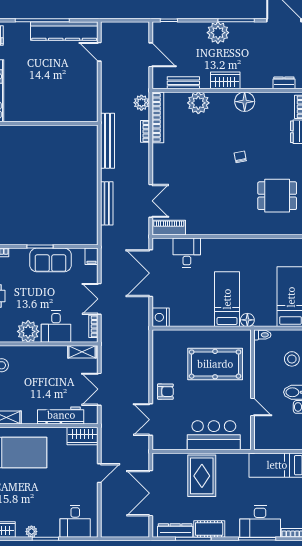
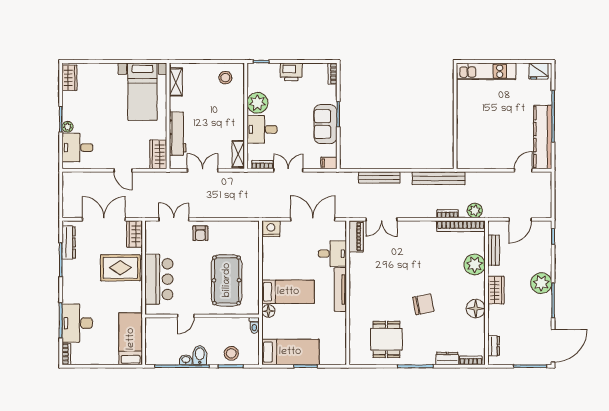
chair: (240, 157) -> (423, 304), width x1.87, depth x1.87
tv unit: (225, 244) -> (340, 289), added
wardrobe: (166, 461) -> (135, 234), added
cot: (209, 529) -> (70, 275), removed
plant: (31, 532) -> (67, 127), moved

